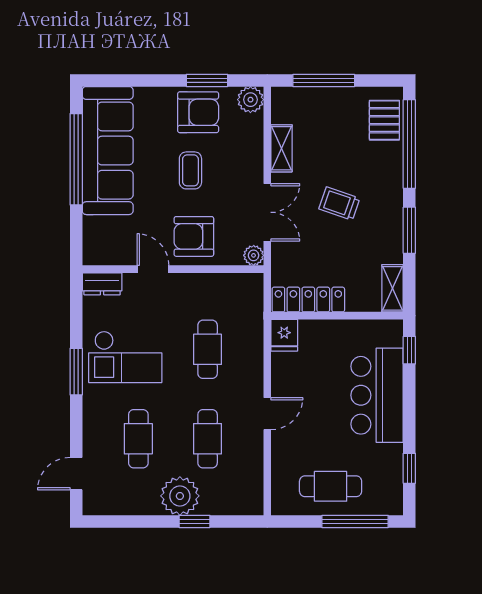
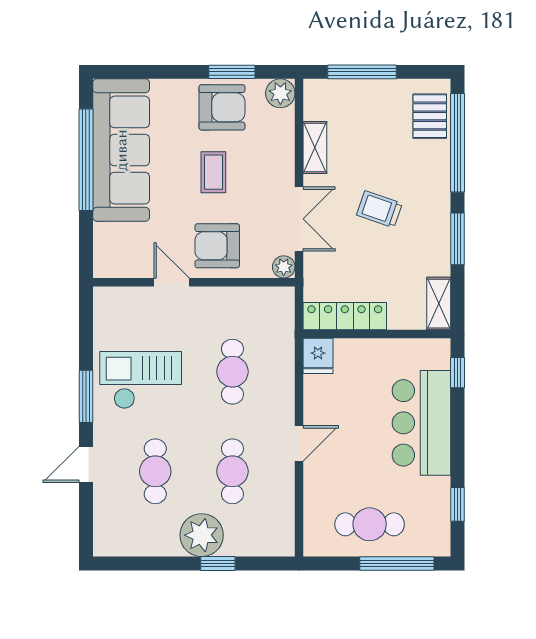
dresser: (102, 284) -> (115, 299), removed
checkout: (125, 357) -> (141, 380), turned 180
door: (76, 474) -> (86, 464), moved

